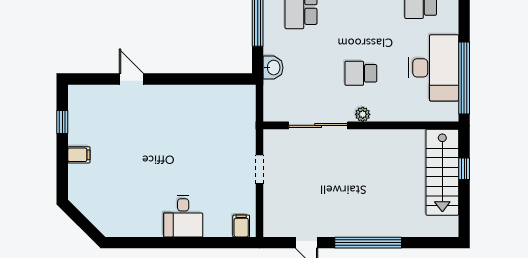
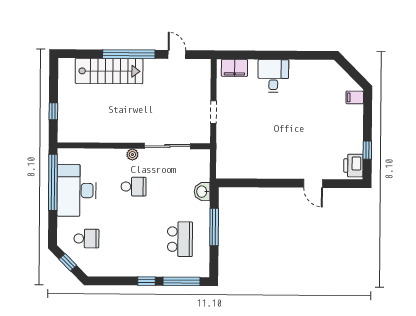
printer: (80, 102) -> (353, 166), added
filing cabinet: (79, 155) -> (355, 97), moved
stairs: (442, 172) -> (109, 71), moved, turned 90
filing cabinet: (241, 226) -> (234, 68), width x2.00

